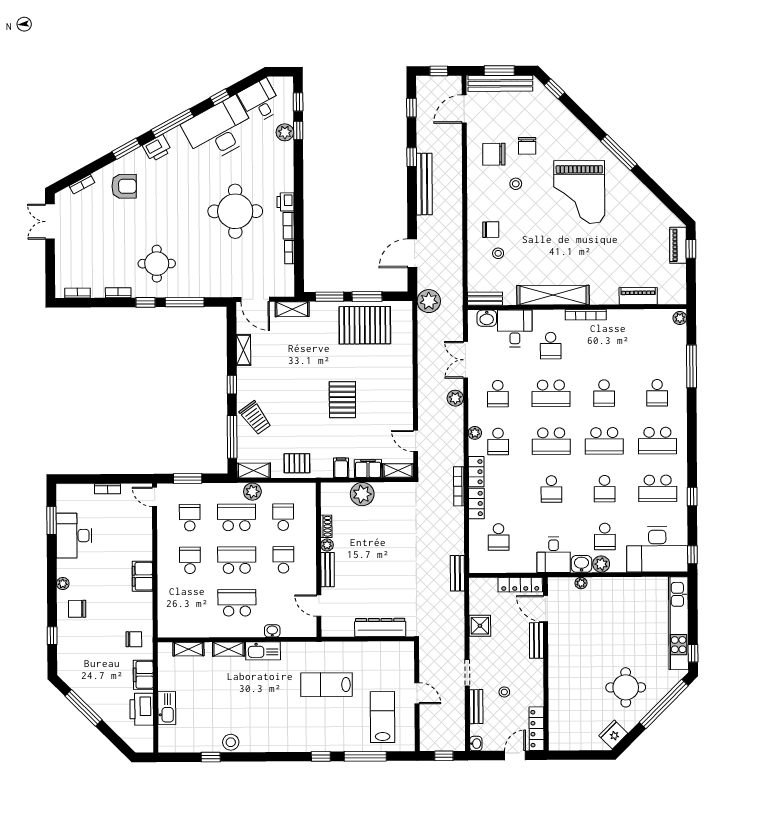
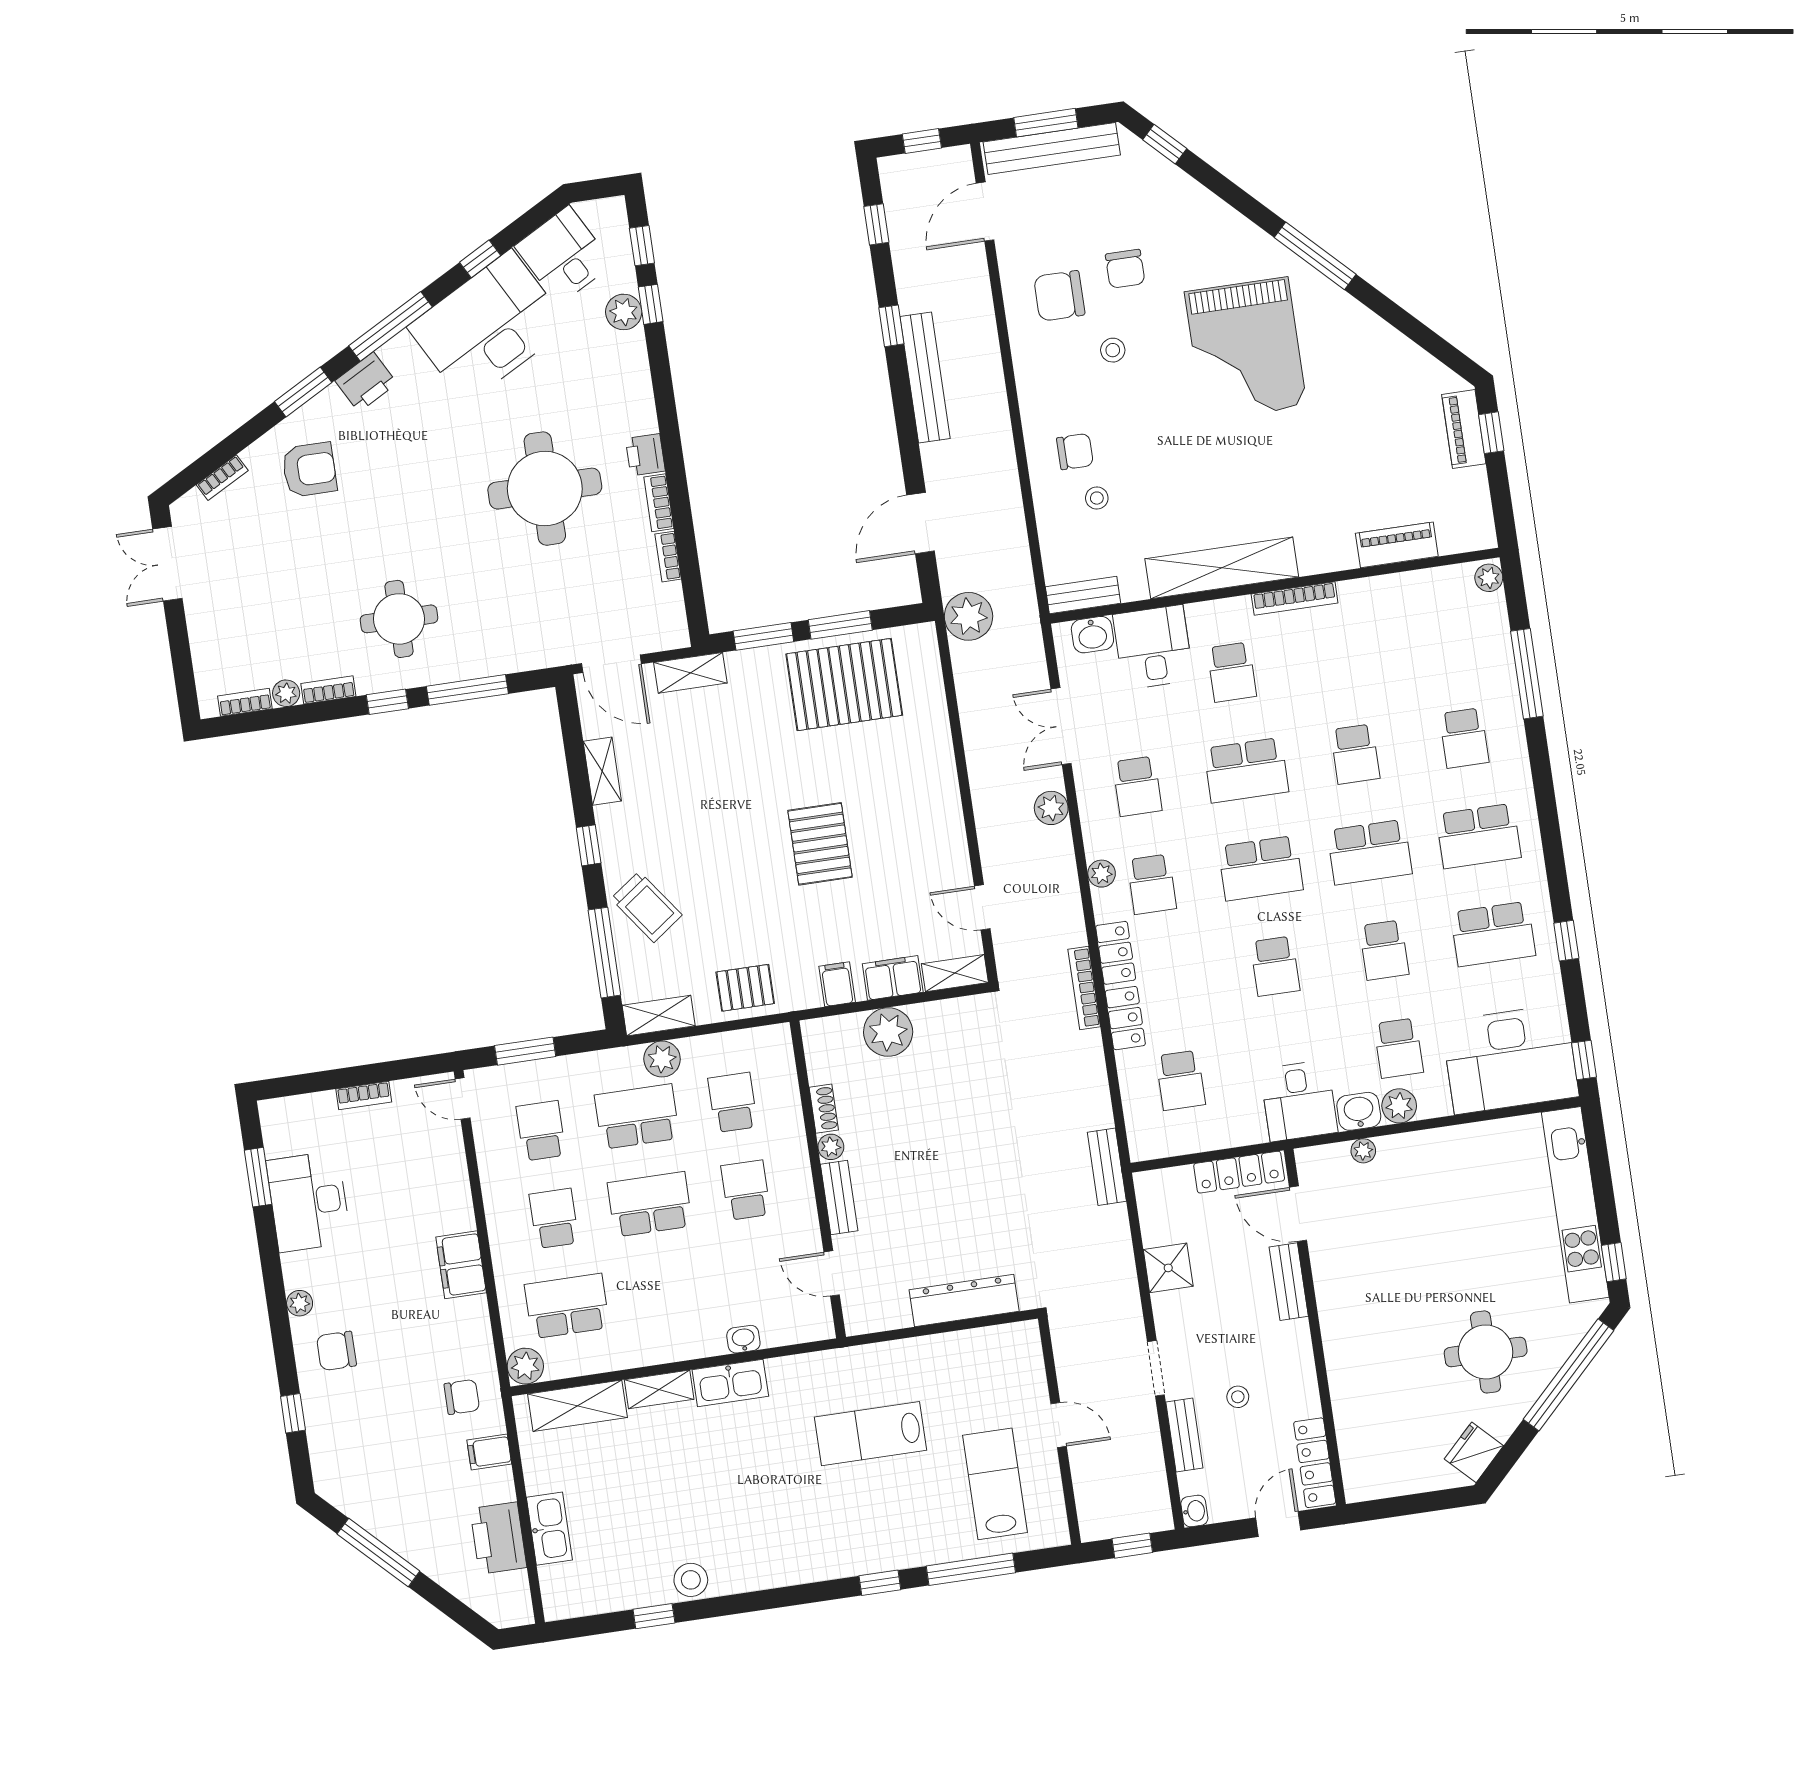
plant: (98, 291) -> (286, 693), added
school desk: (237, 603) -> (567, 1306), moved
plant: (166, 629) -> (525, 1366), added
shelving: (188, 649) -> (577, 1406), width x1.50, depth x1.33
filing cabinet: (143, 675) -> (489, 1452), width x0.50

